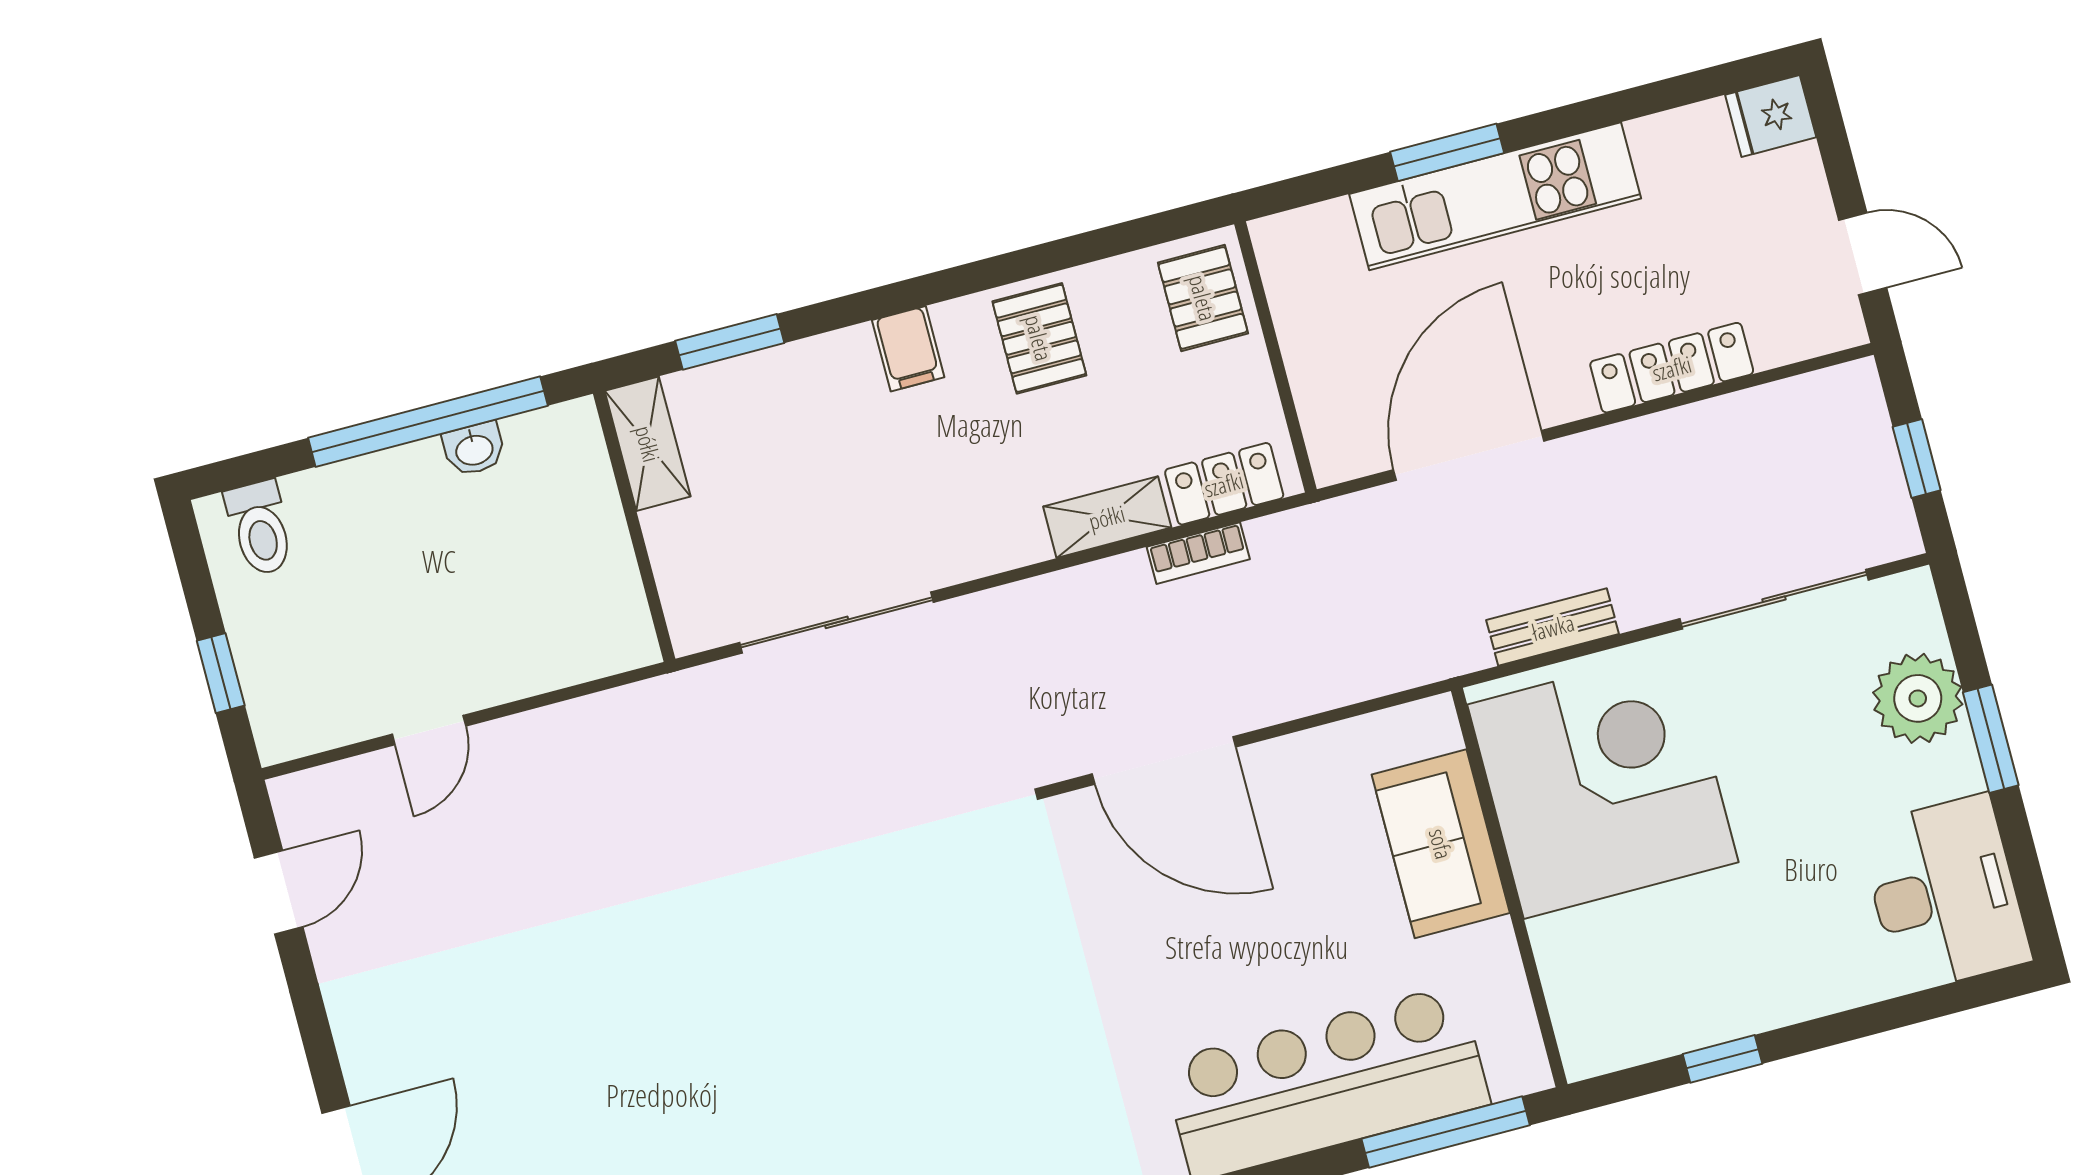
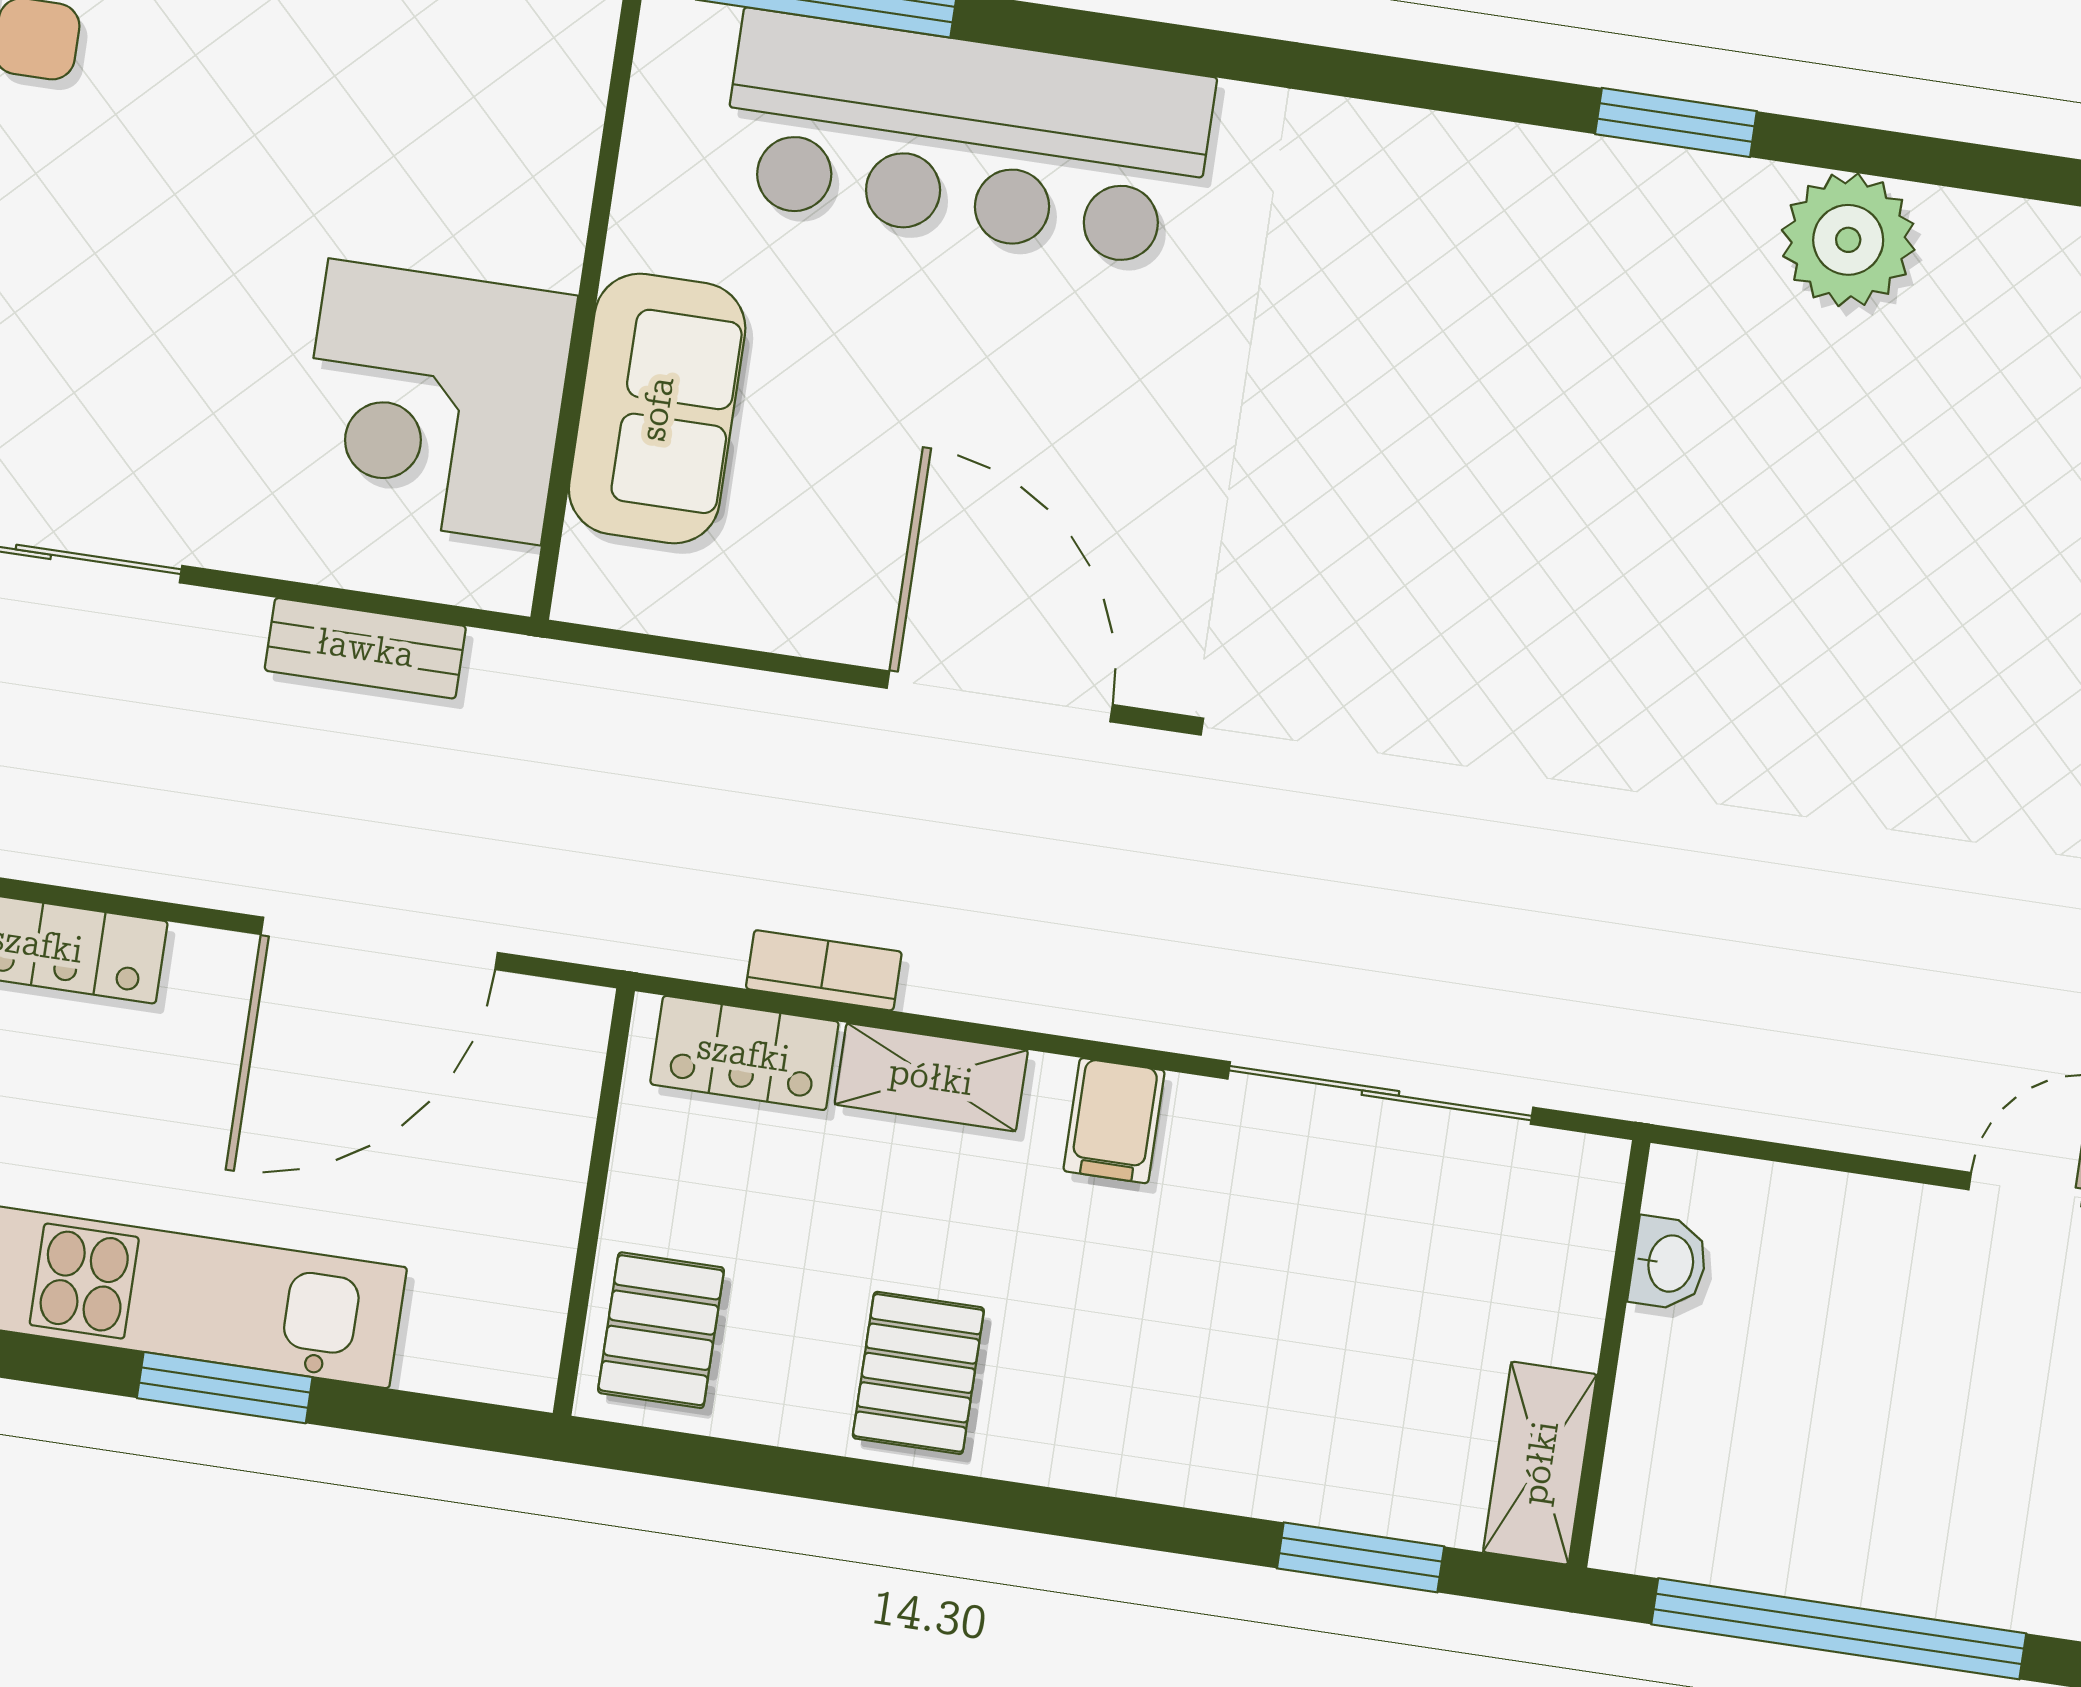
filing cabinet: (908, 349) -> (1114, 1121), moved, turned 180
washbasin: (474, 449) -> (1669, 1263), moved, turned 90
corner desk: (1603, 783) -> (435, 402), width x0.74, depth x0.74

